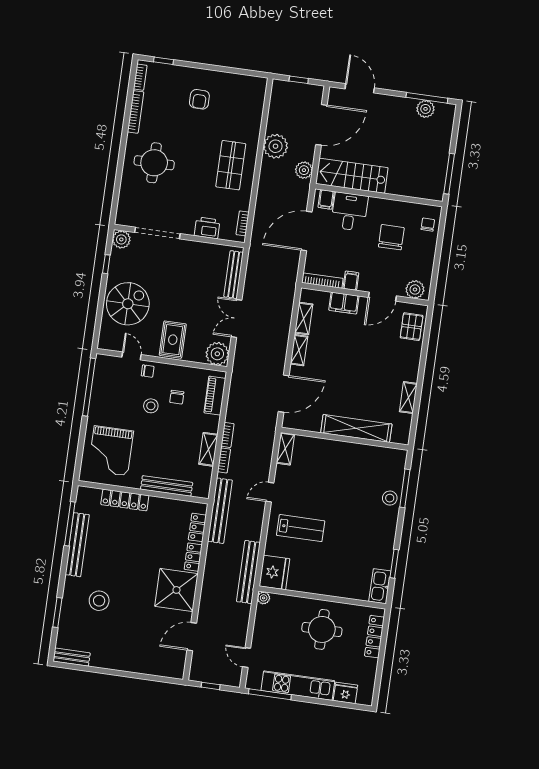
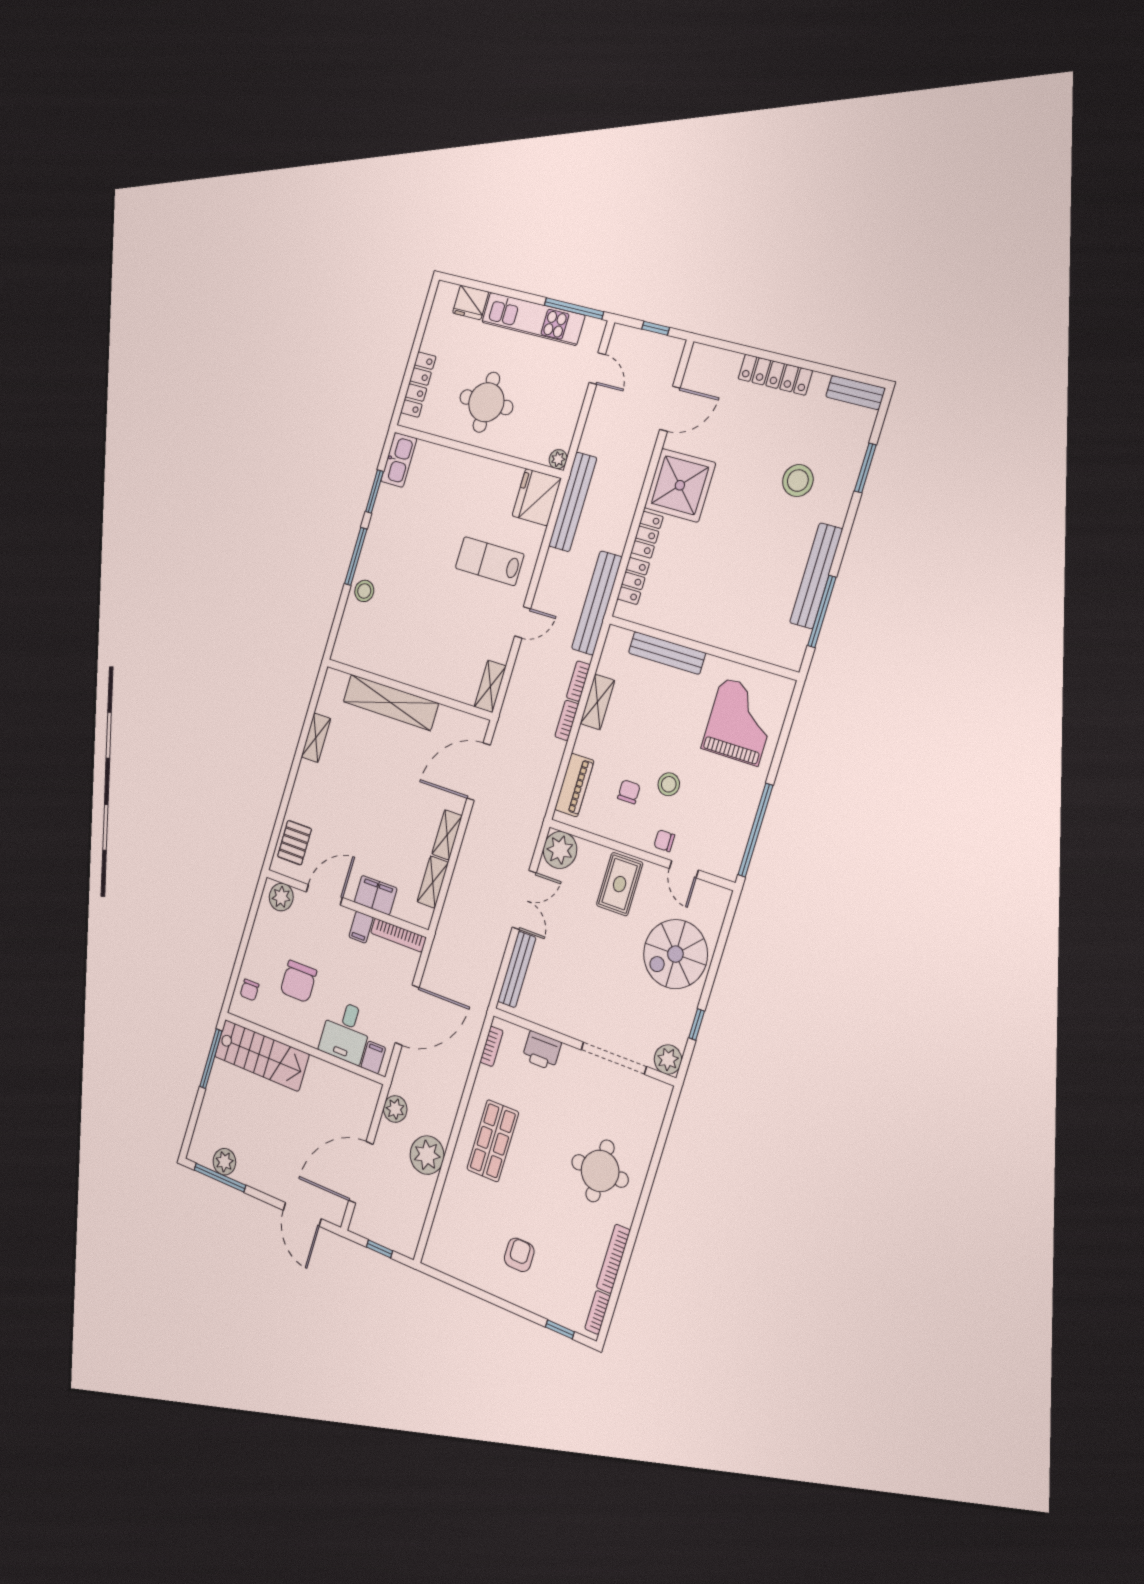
stairs: (352, 176) -> (262, 1055), moved
window: (405, 488) -> (356, 556), moved
locker: (125, 500) -> (775, 375), moved, turned 180

